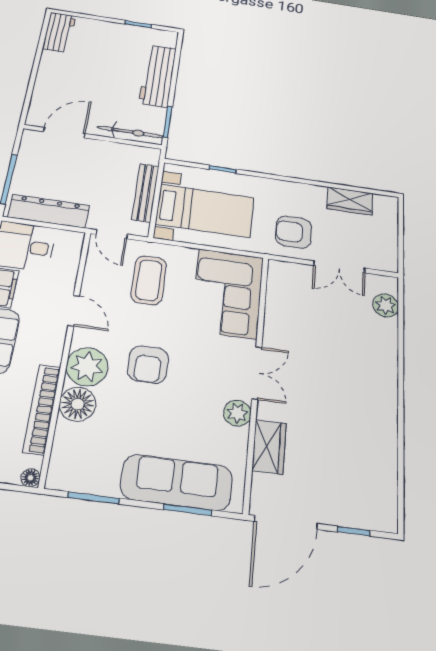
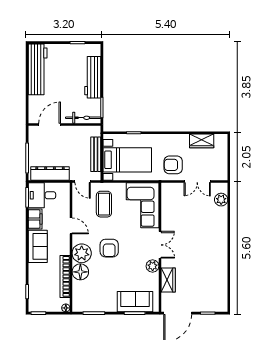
workbench: (59, 32) -> (38, 69), width x1.88, depth x1.32
sofa: (177, 482) -> (135, 302), width x0.73

